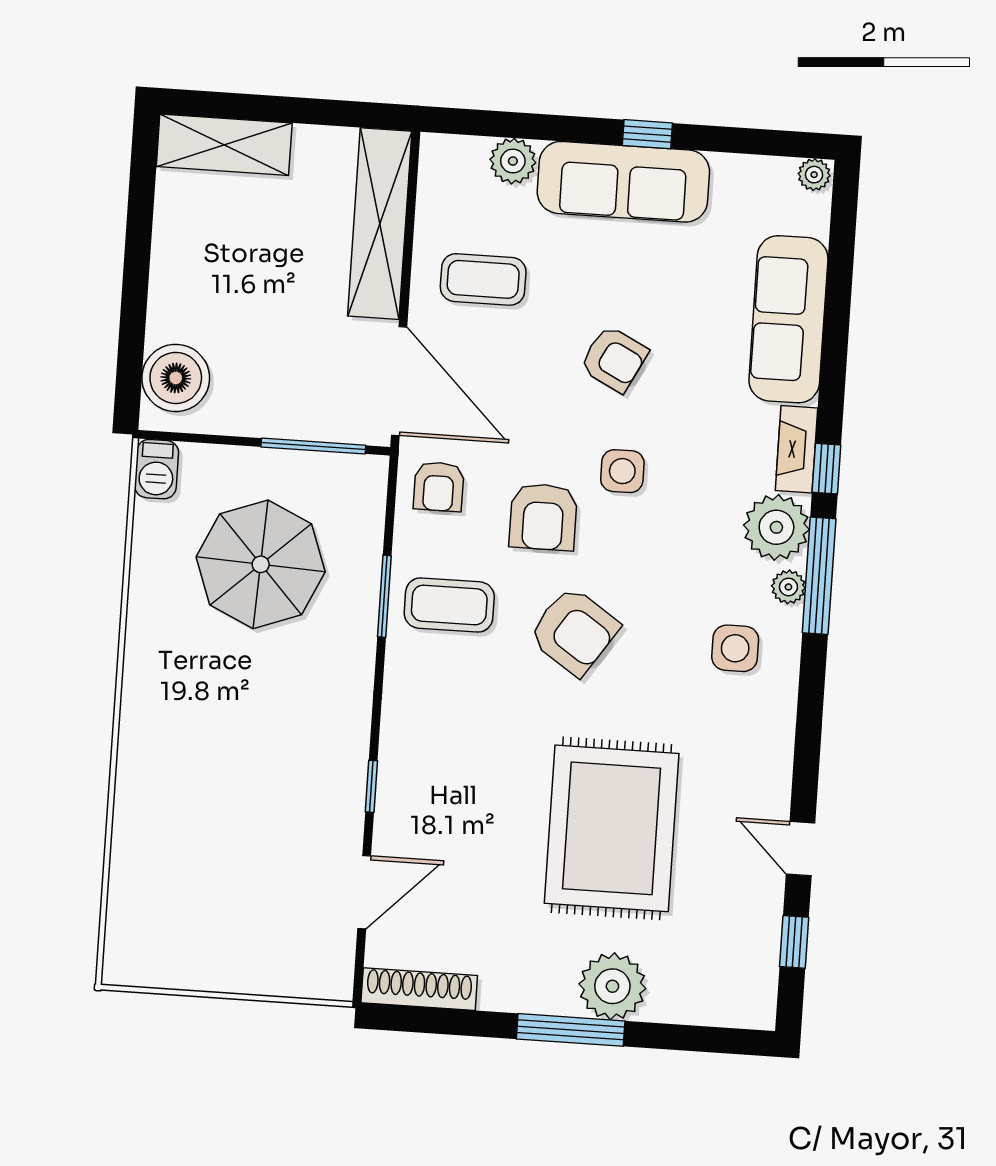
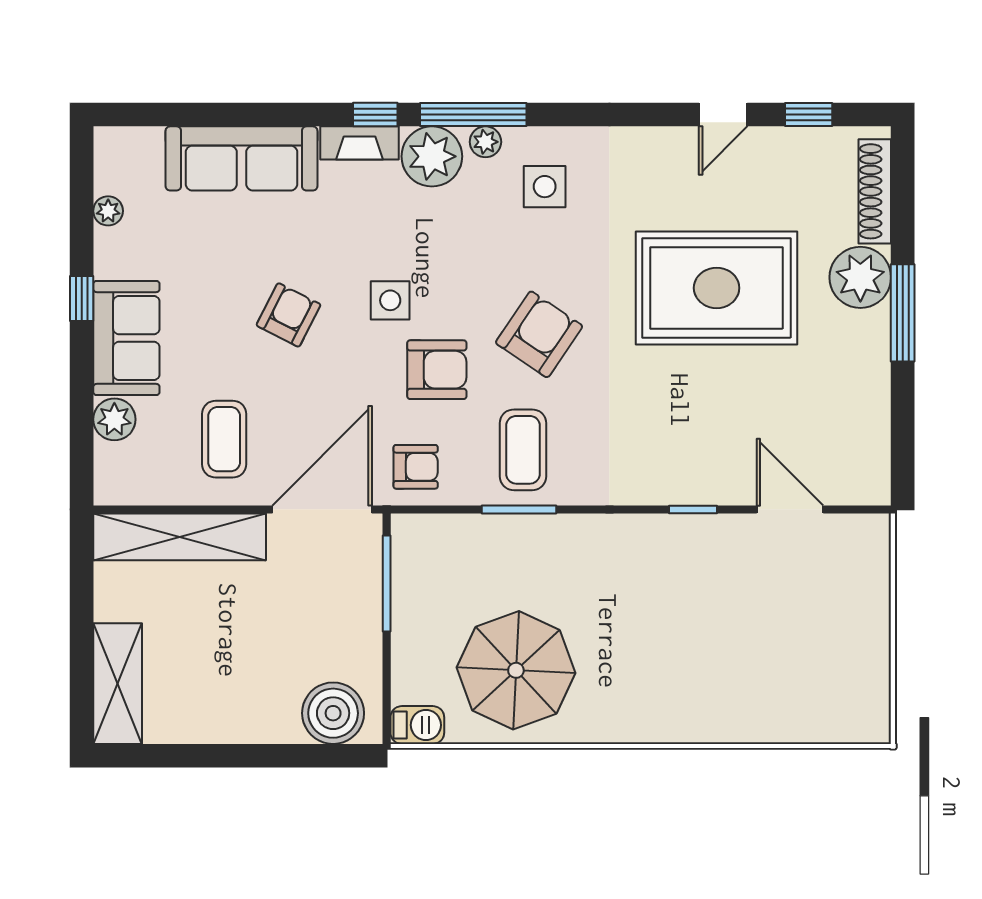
plant: (814, 175) -> (108, 211), moved
sofa: (623, 182) -> (126, 338), width x0.73
parasol: (261, 564) -> (516, 670), moved
shoe rack: (419, 989) -> (875, 191), moved

